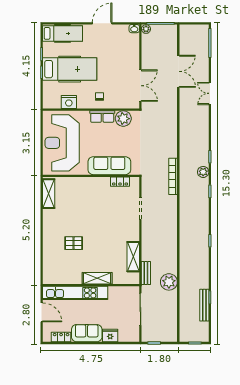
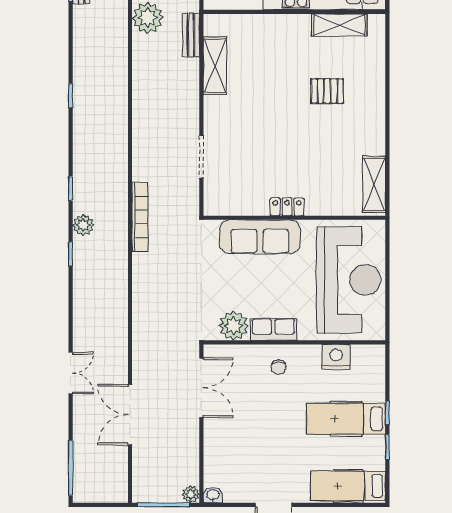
hospital bed: (70, 69) -> (346, 419), width x0.73, depth x0.78
double door: (140, 86) -> (201, 388), swing flipped
locker: (120, 182) -> (287, 207), moved
shelving: (97, 278) -> (339, 25), moved

